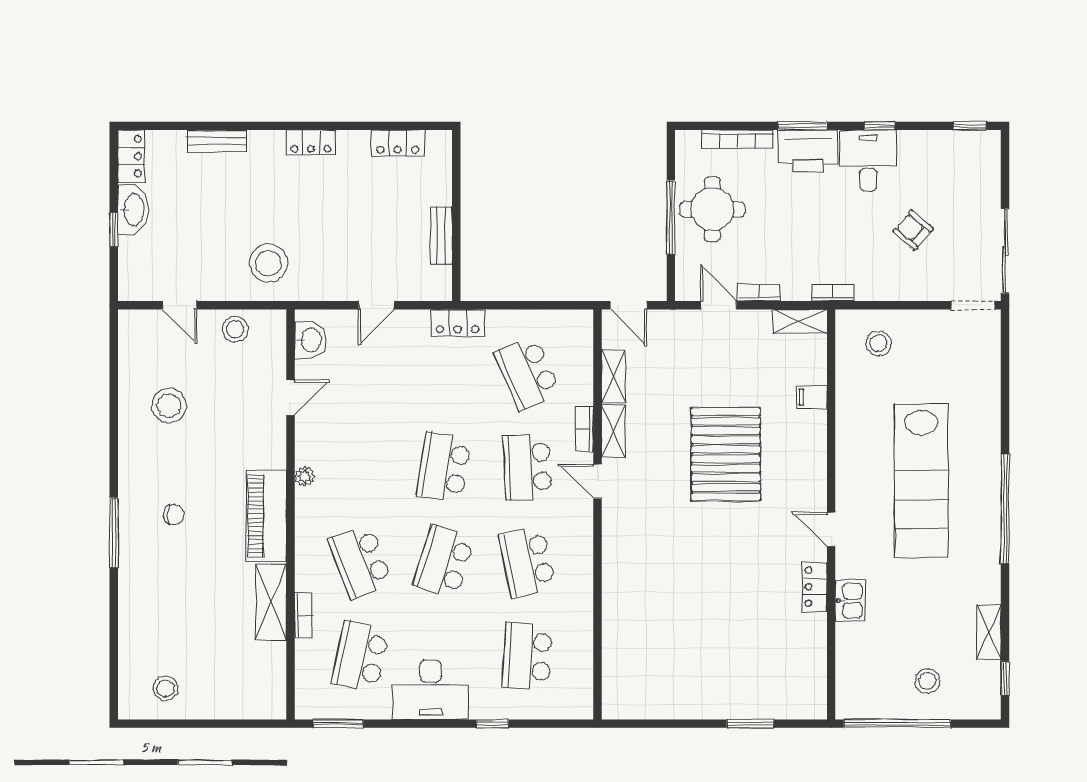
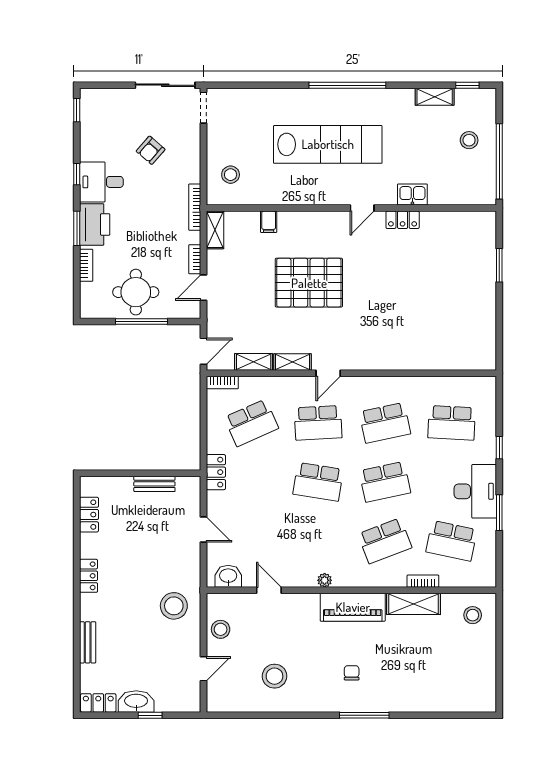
bookcase: (737, 139) -> (86, 265), width x0.64
bookcase: (833, 293) -> (195, 207), width x1.56
bookcase: (584, 429) -> (222, 383), moved
school desk: (444, 562) -> (385, 482), turned -30
stool: (165, 688) -> (473, 615), moved
window: (338, 724) -> (499, 513), moved

